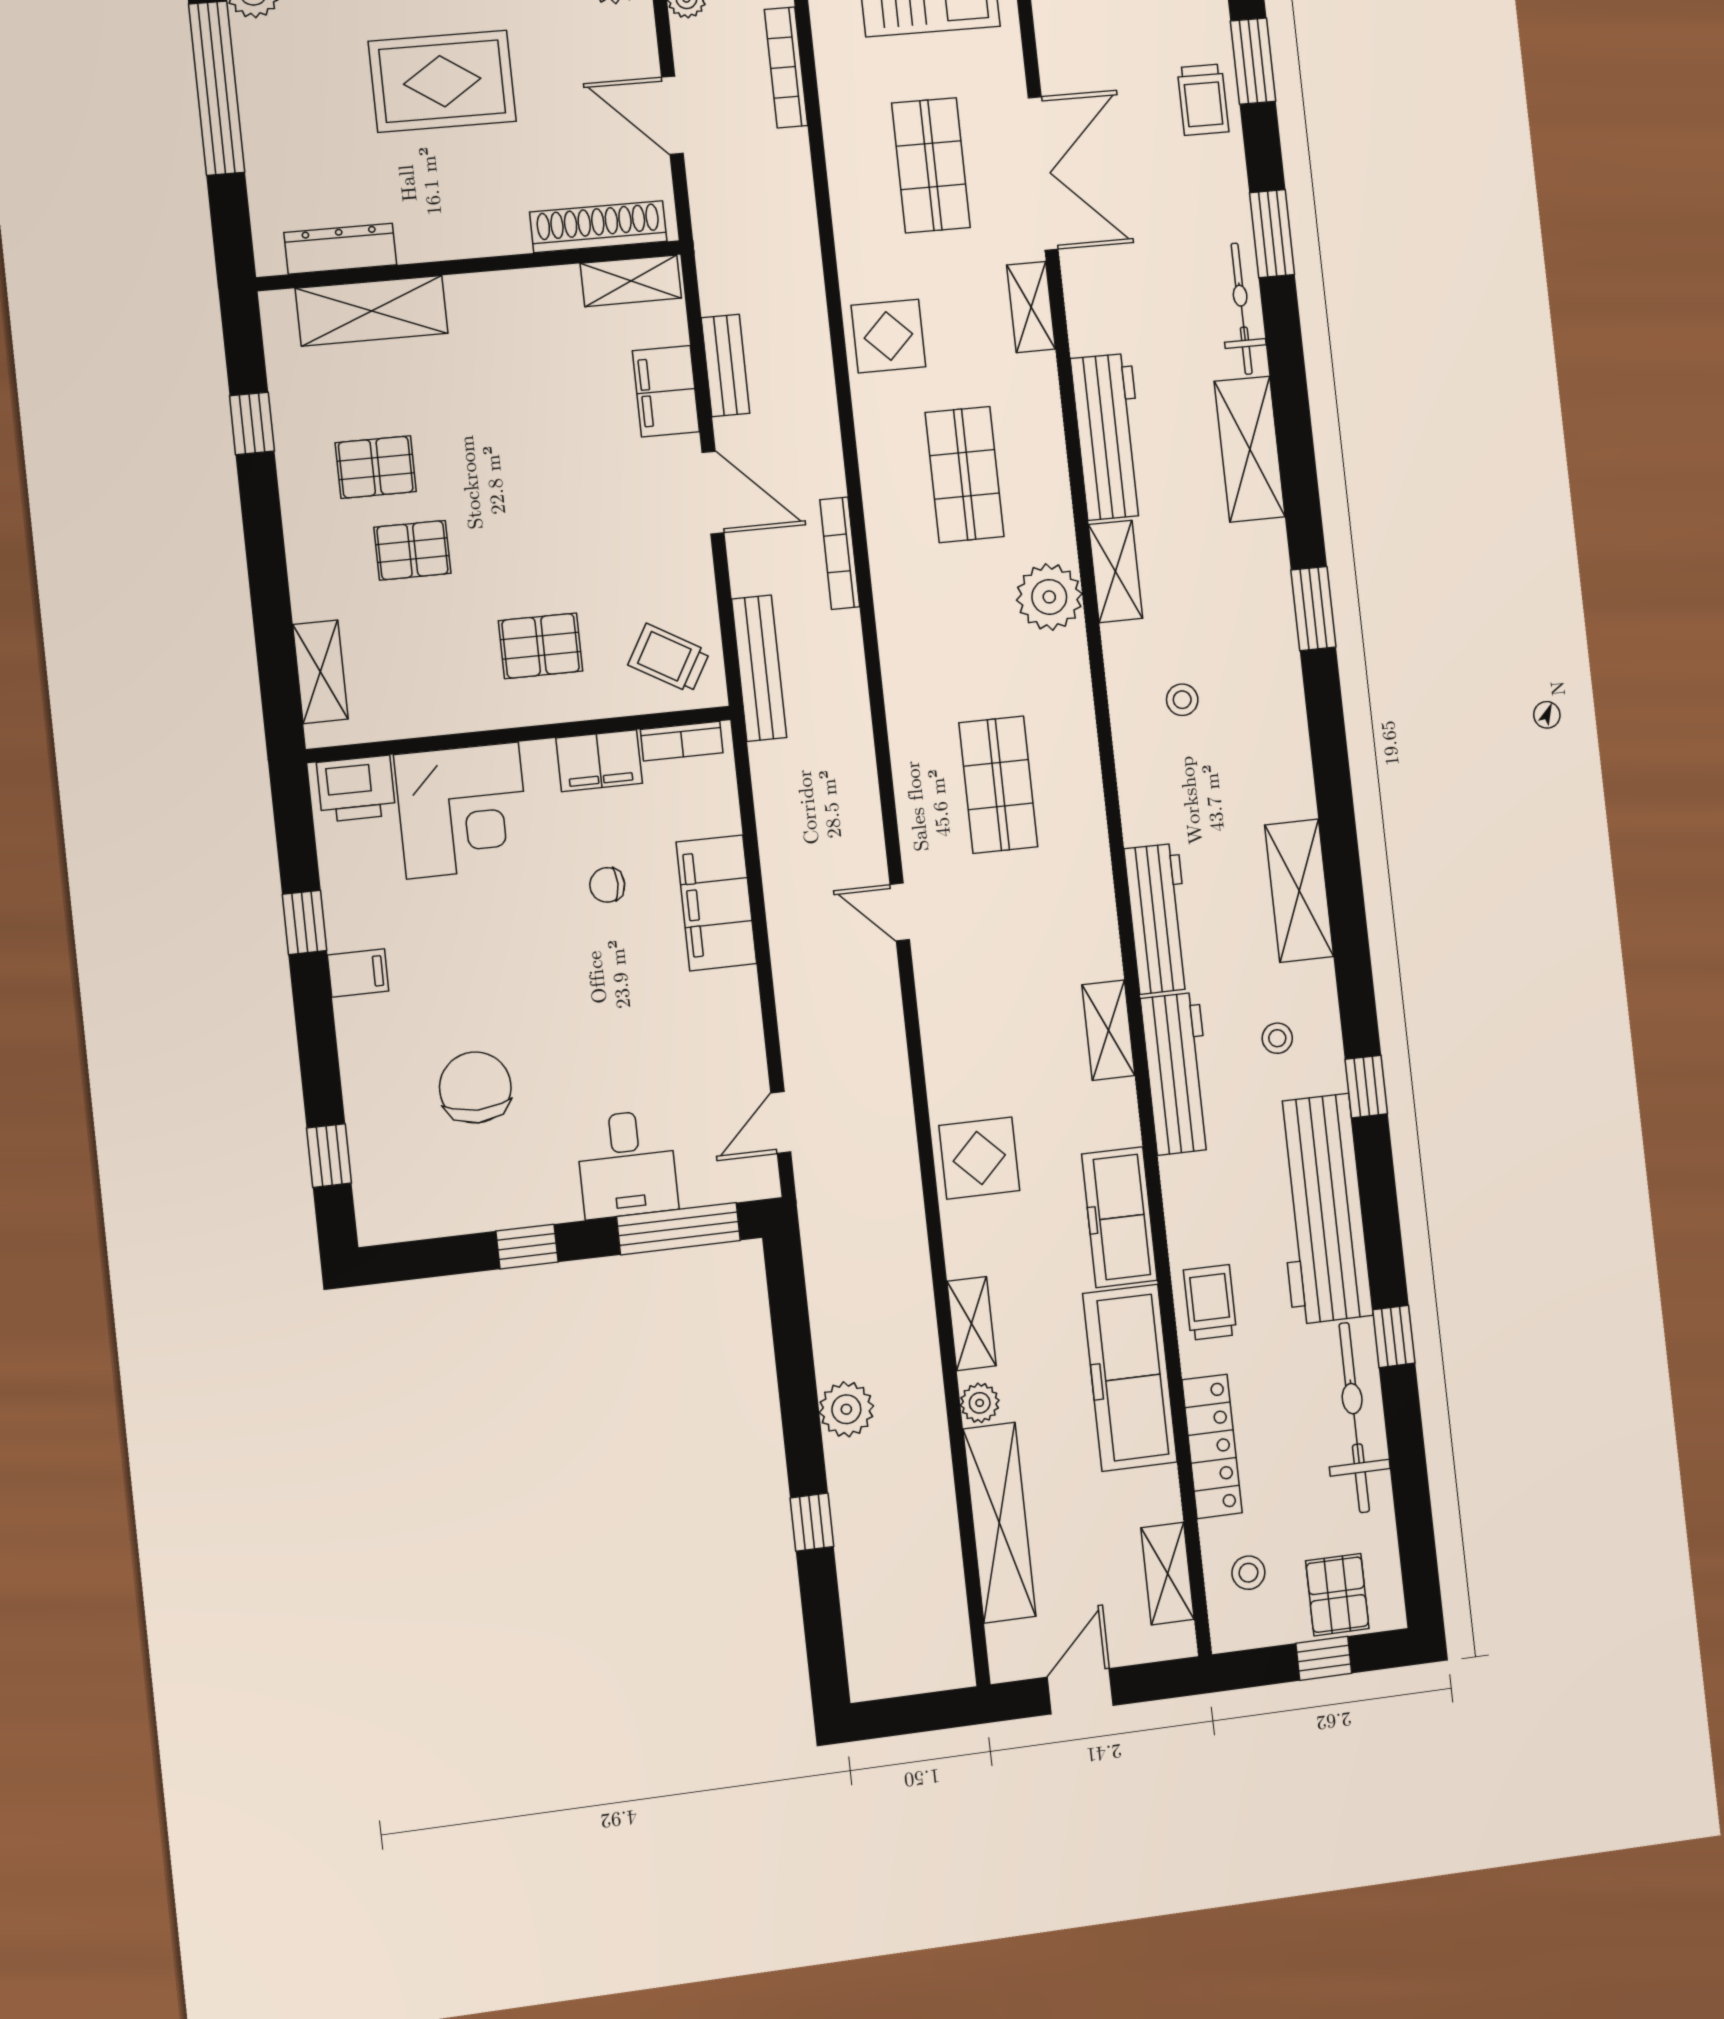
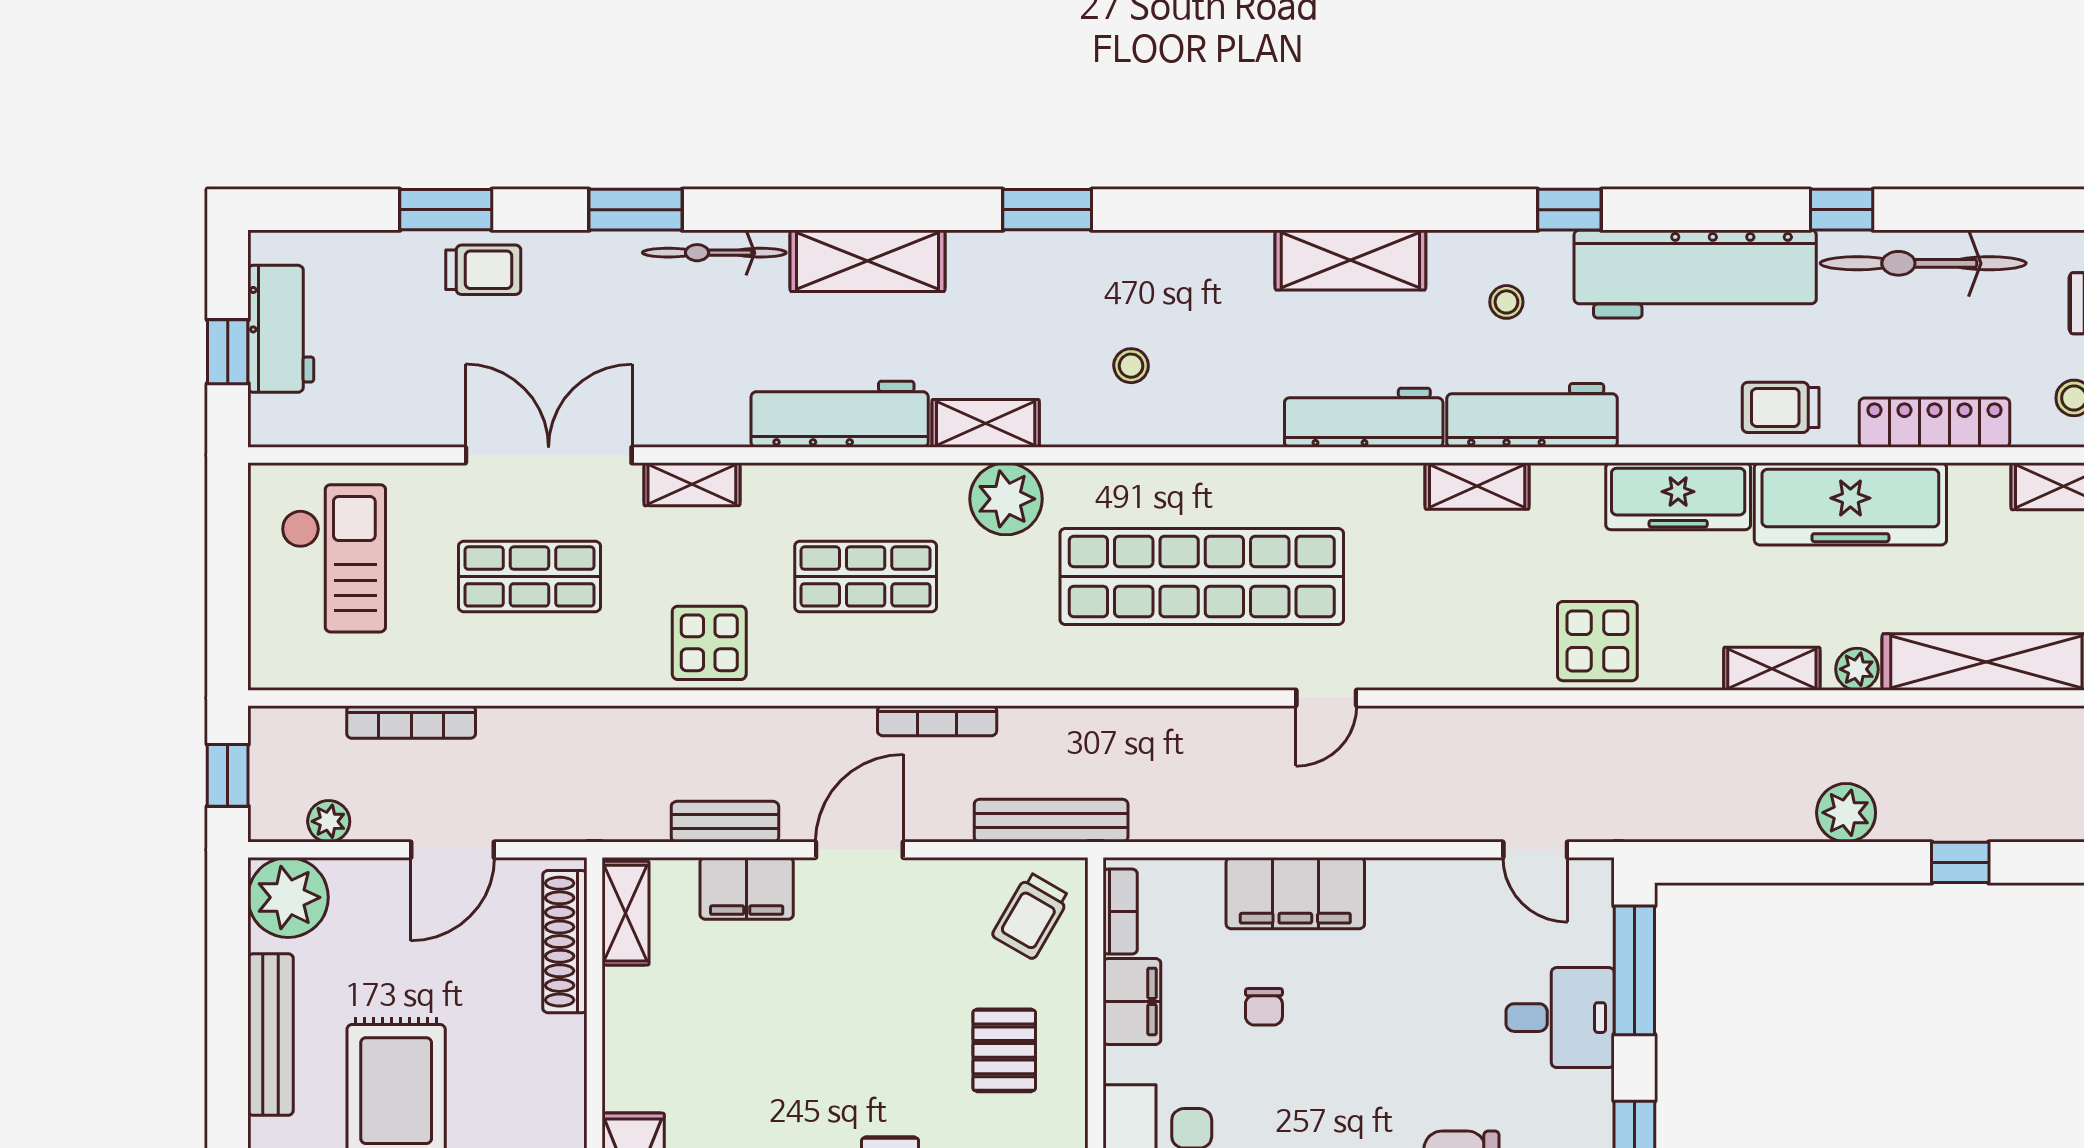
shop shelf: (998, 785) -> (1202, 576), width x2.00, depth x1.36

